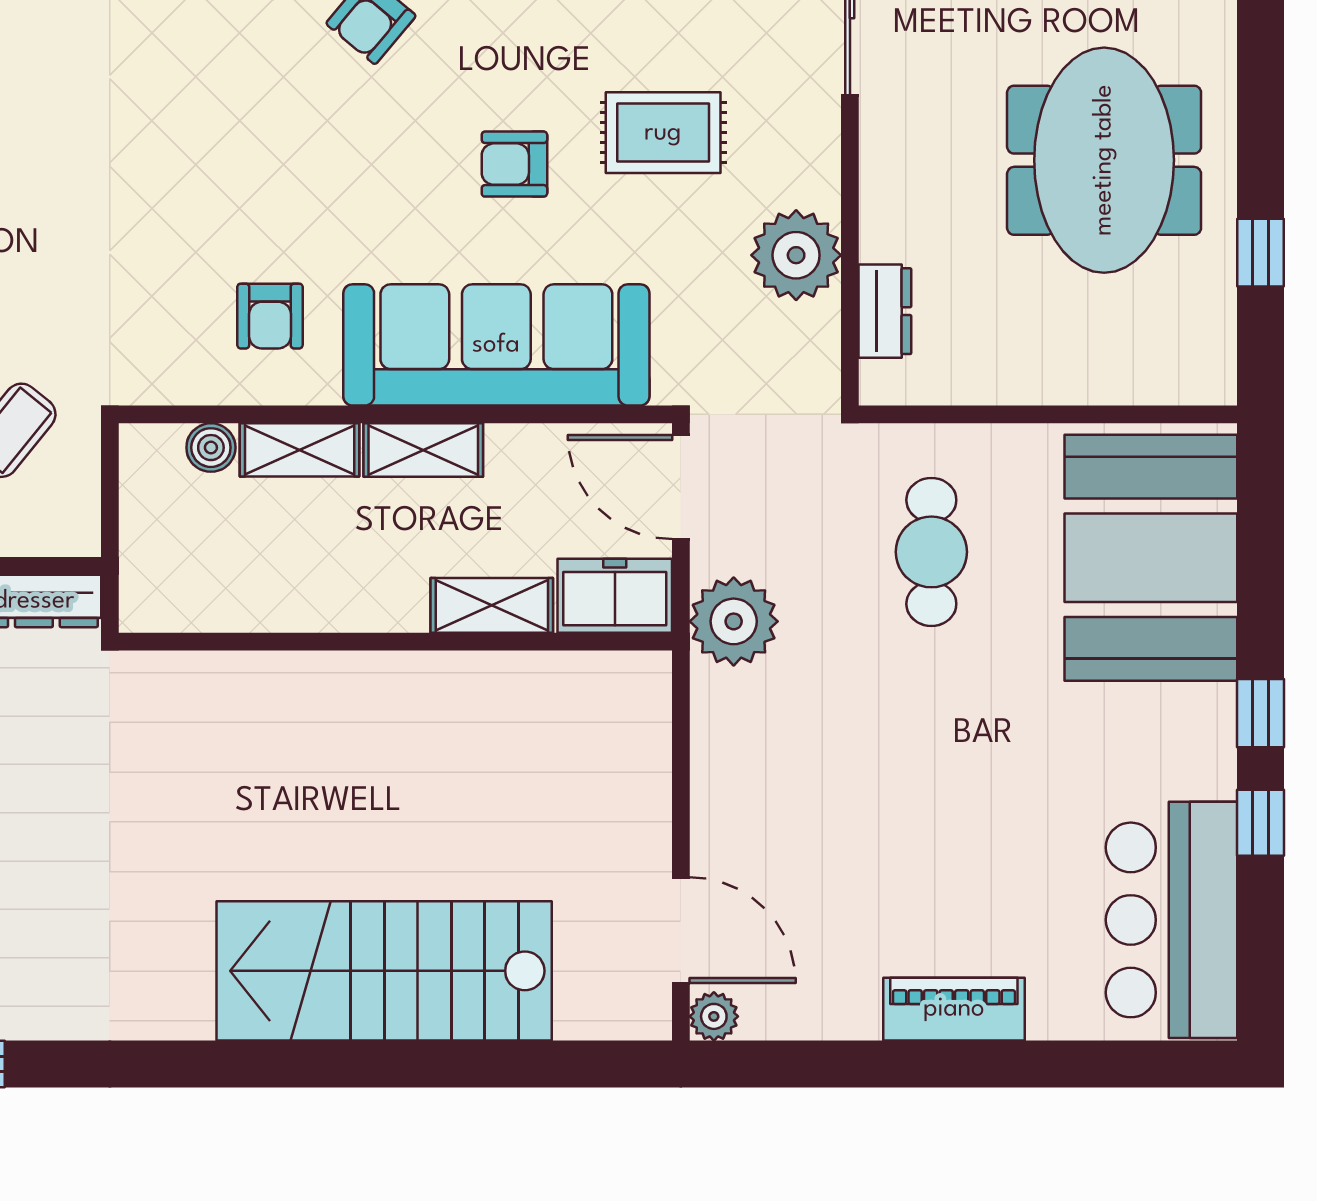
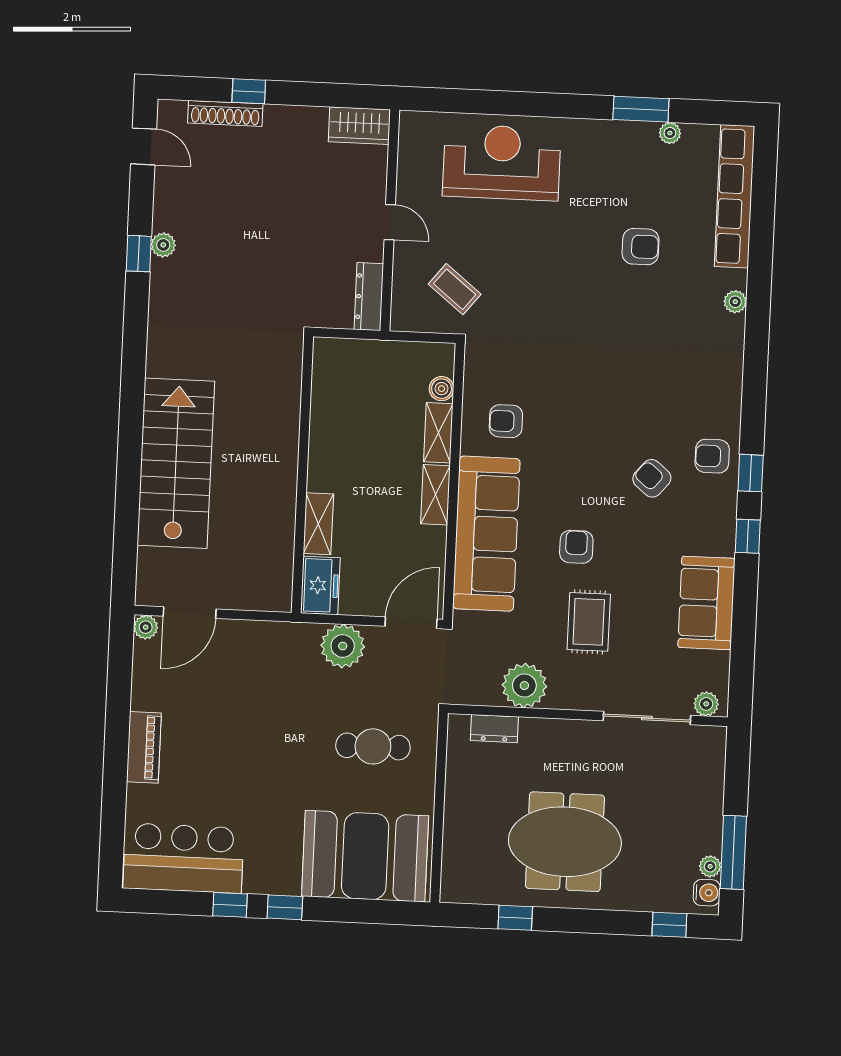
freezer: (615, 596) -> (320, 585), moved
shelving: (492, 605) -> (318, 524), moved
wall: (395, 642) -> (302, 475), moved

